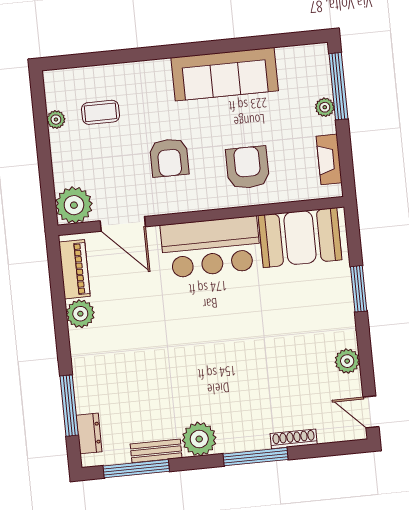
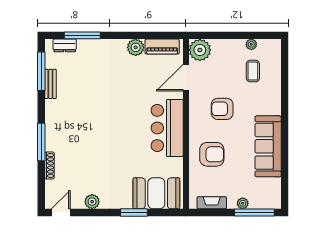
booth: (300, 238) -> (156, 193), moved, turned 90
plant: (199, 439) -> (55, 110), removed

